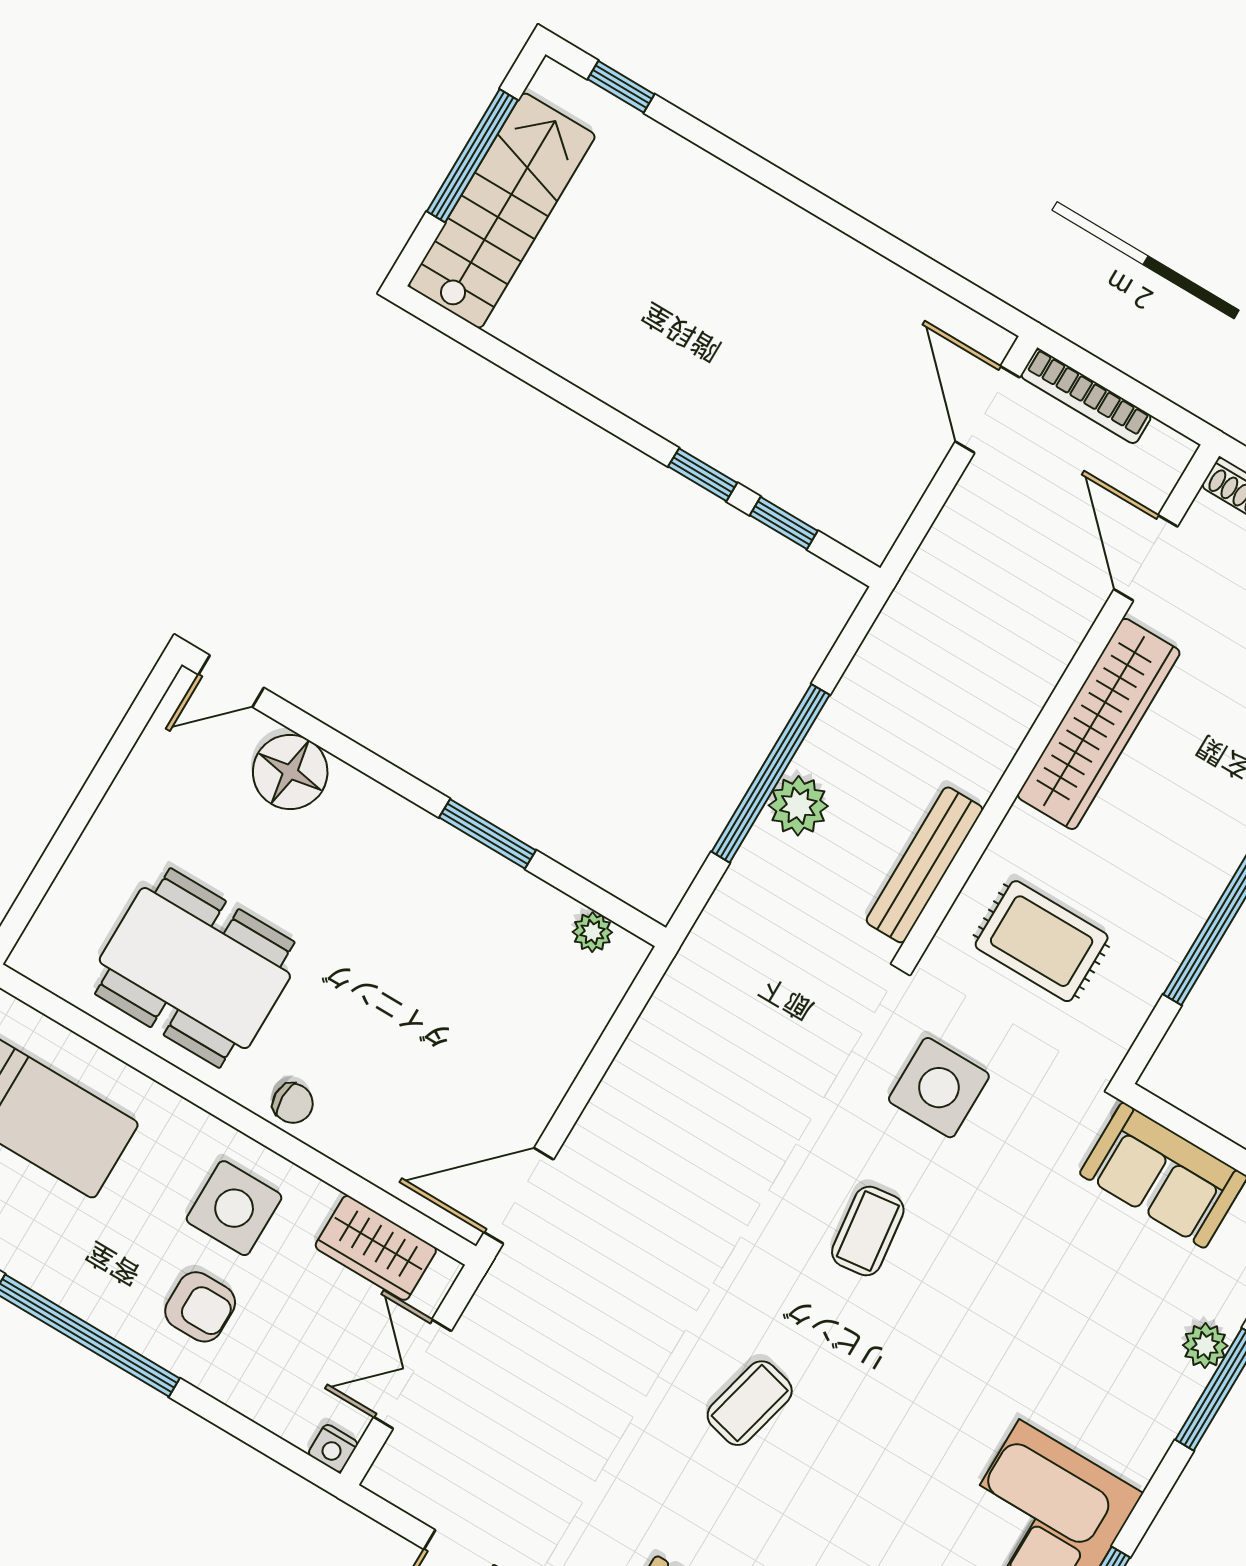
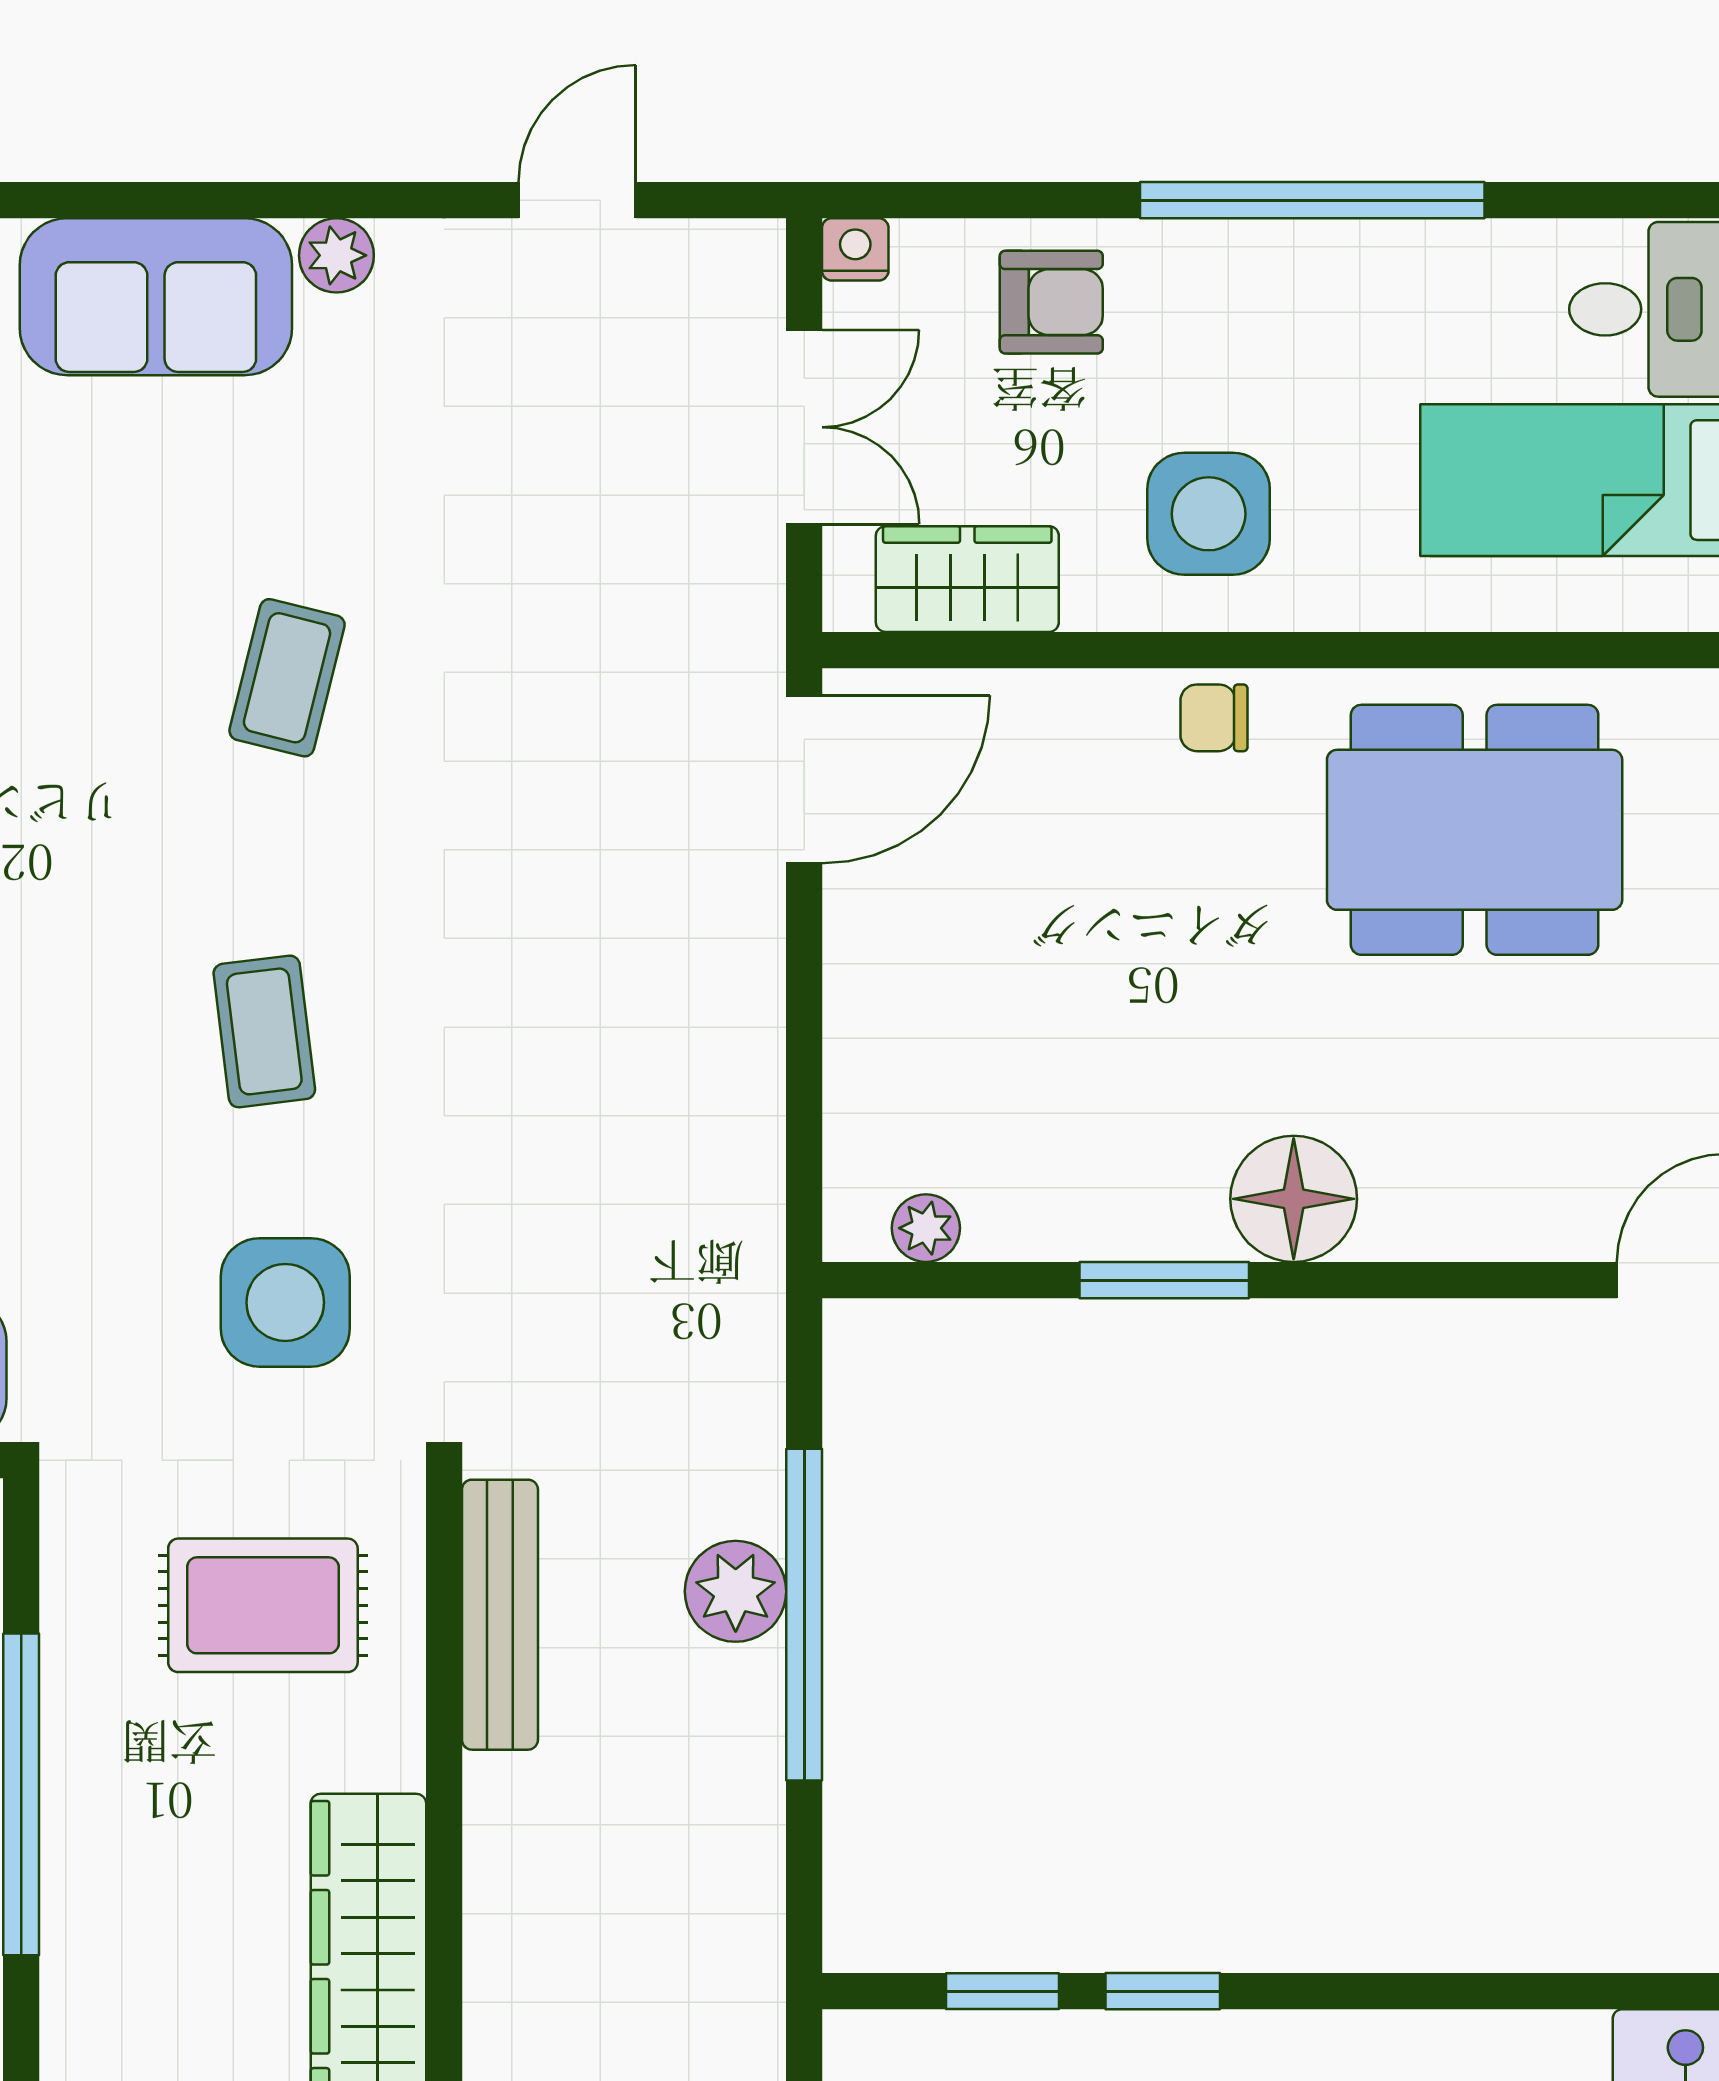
floor lamp: (290, 772) -> (1294, 1199), moved
armchair: (200, 1307) -> (1051, 302), moved, turned 180

